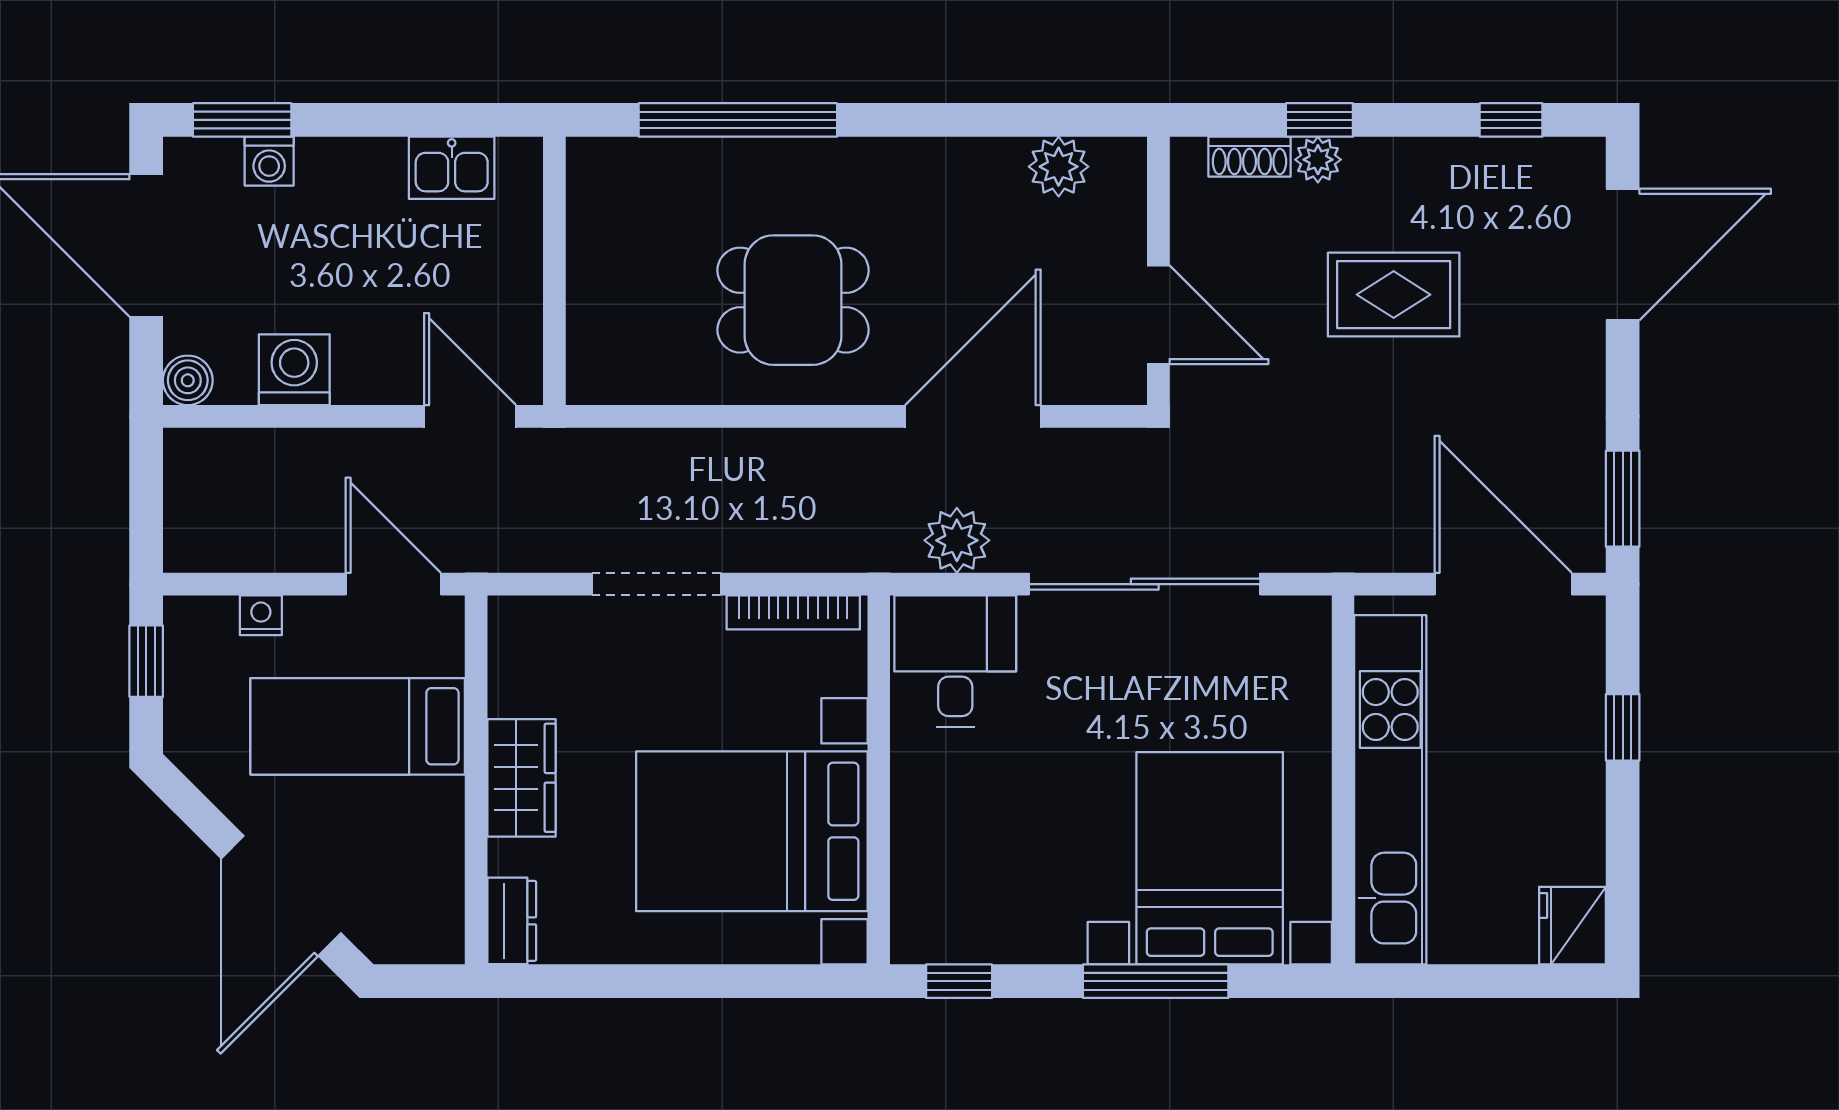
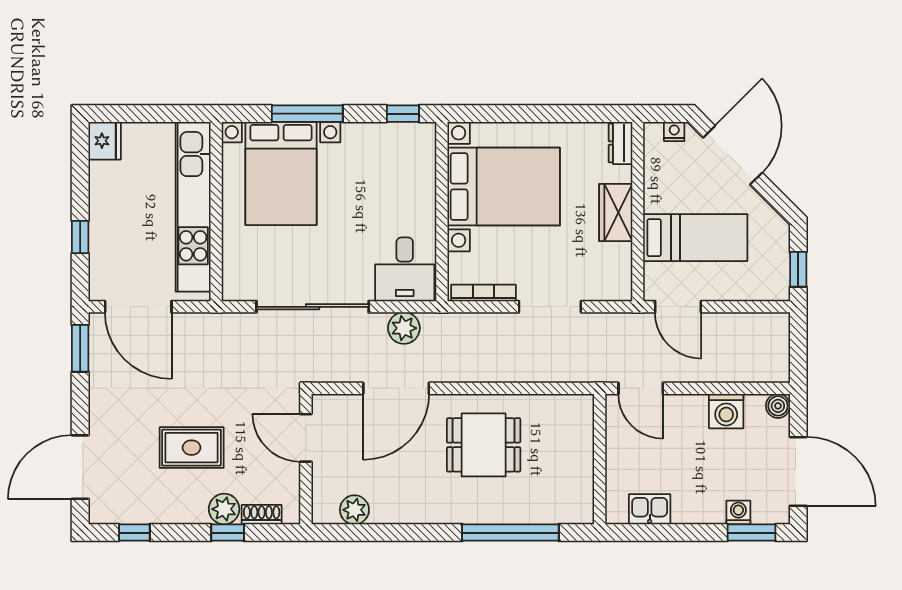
plant: (1318, 160) -> (224, 509), width x1.38, depth x1.38
nightstand: (261, 615) -> (674, 131), moved, turned 180

